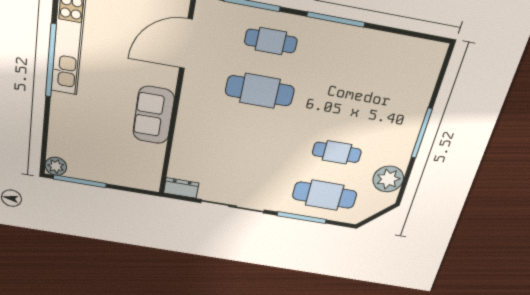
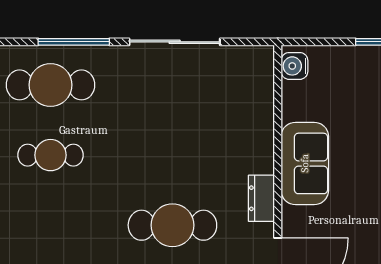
water cooler: (152, 178) -> (294, 66), added
dresser: (181, 188) -> (261, 198), moved, turned 90

